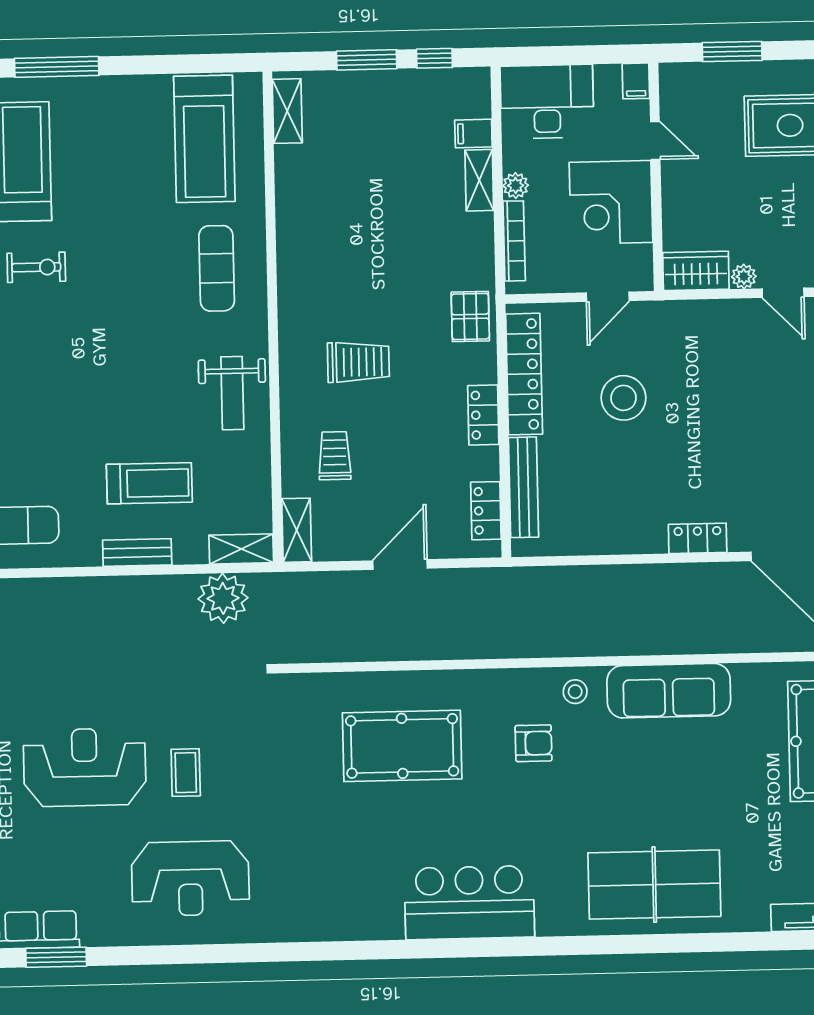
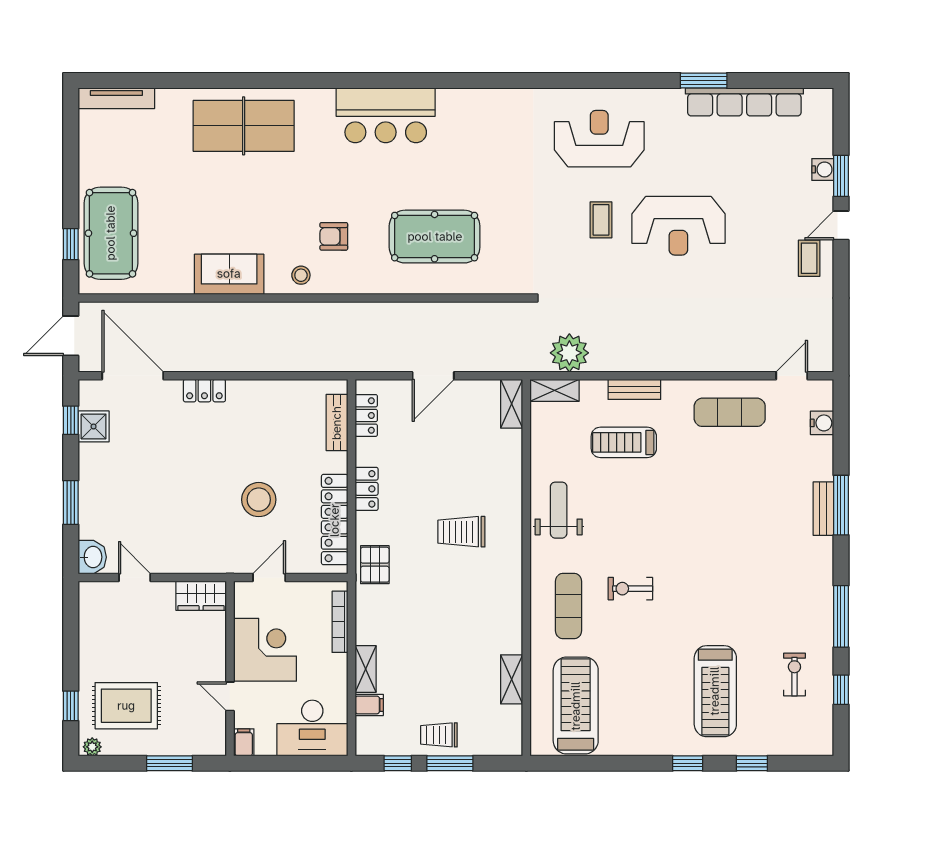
window: (57, 67) -> (688, 763), width x0.46
shelving: (287, 111) -> (512, 679), moved
plant: (516, 185) -> (338, 664), removed
exercise bike: (36, 267) -> (630, 589), moved
plant: (744, 277) -> (164, 591), removed
trolley: (335, 456) -> (439, 735), moved, turned 90
bench: (524, 487) -> (337, 423), width x0.73
sofa: (669, 691) -> (229, 274), width x0.73

